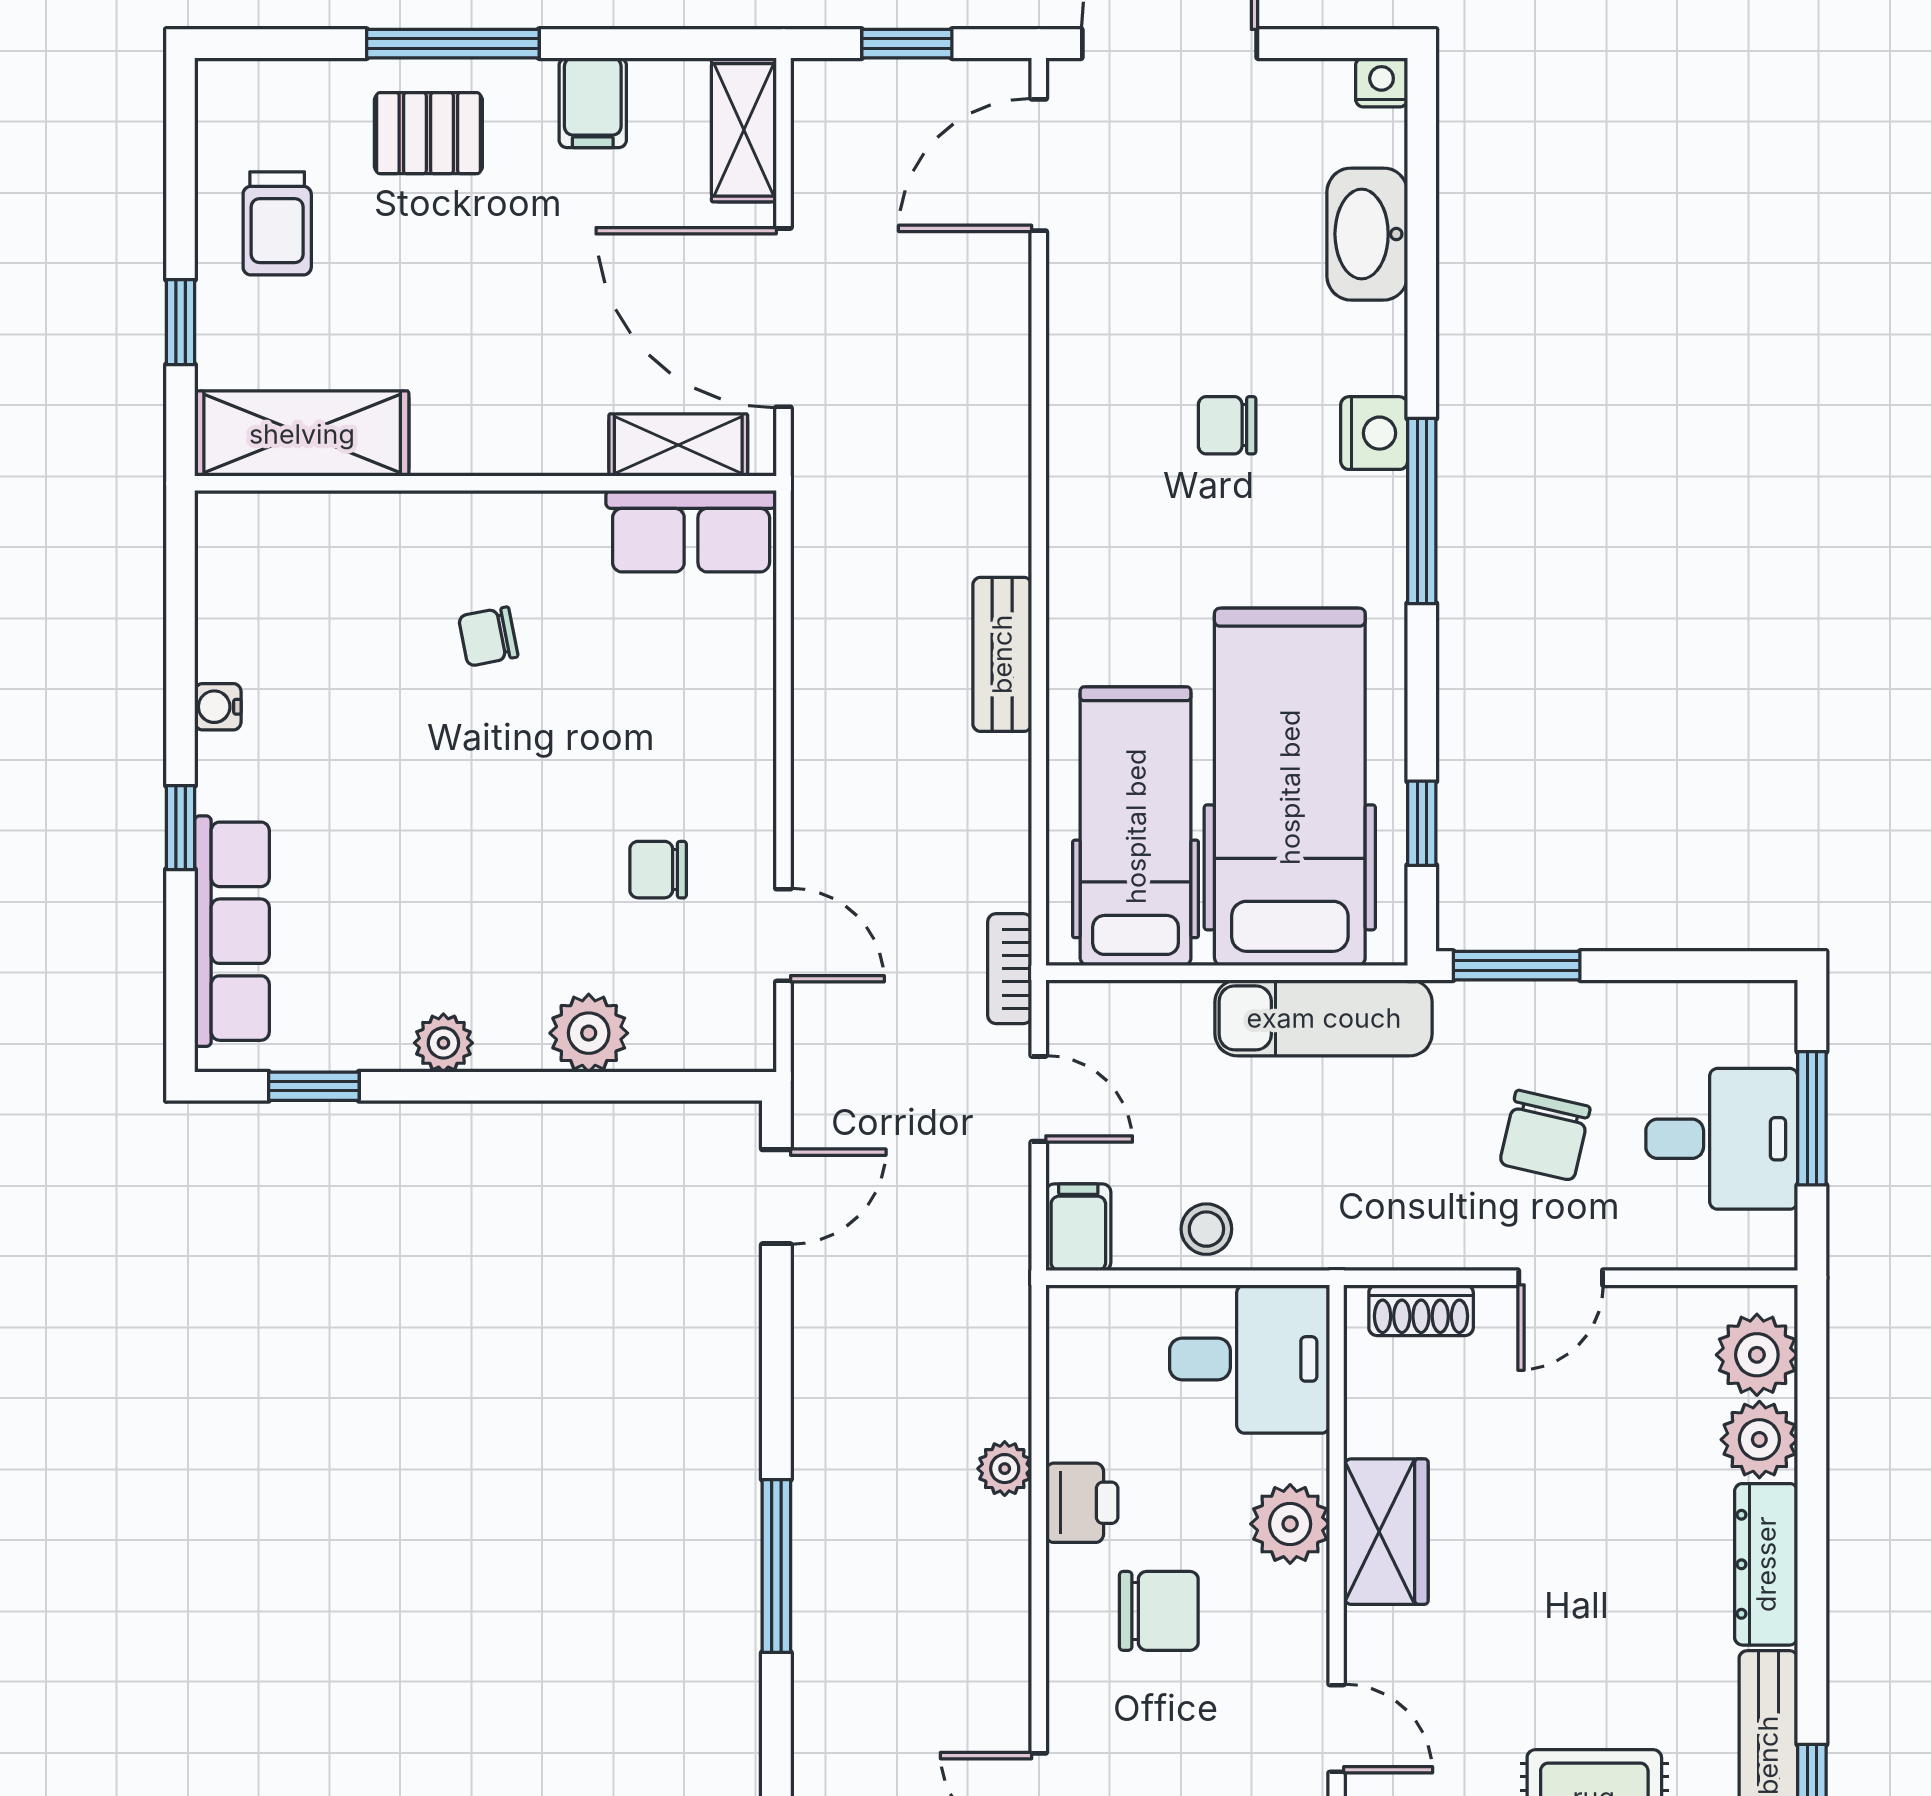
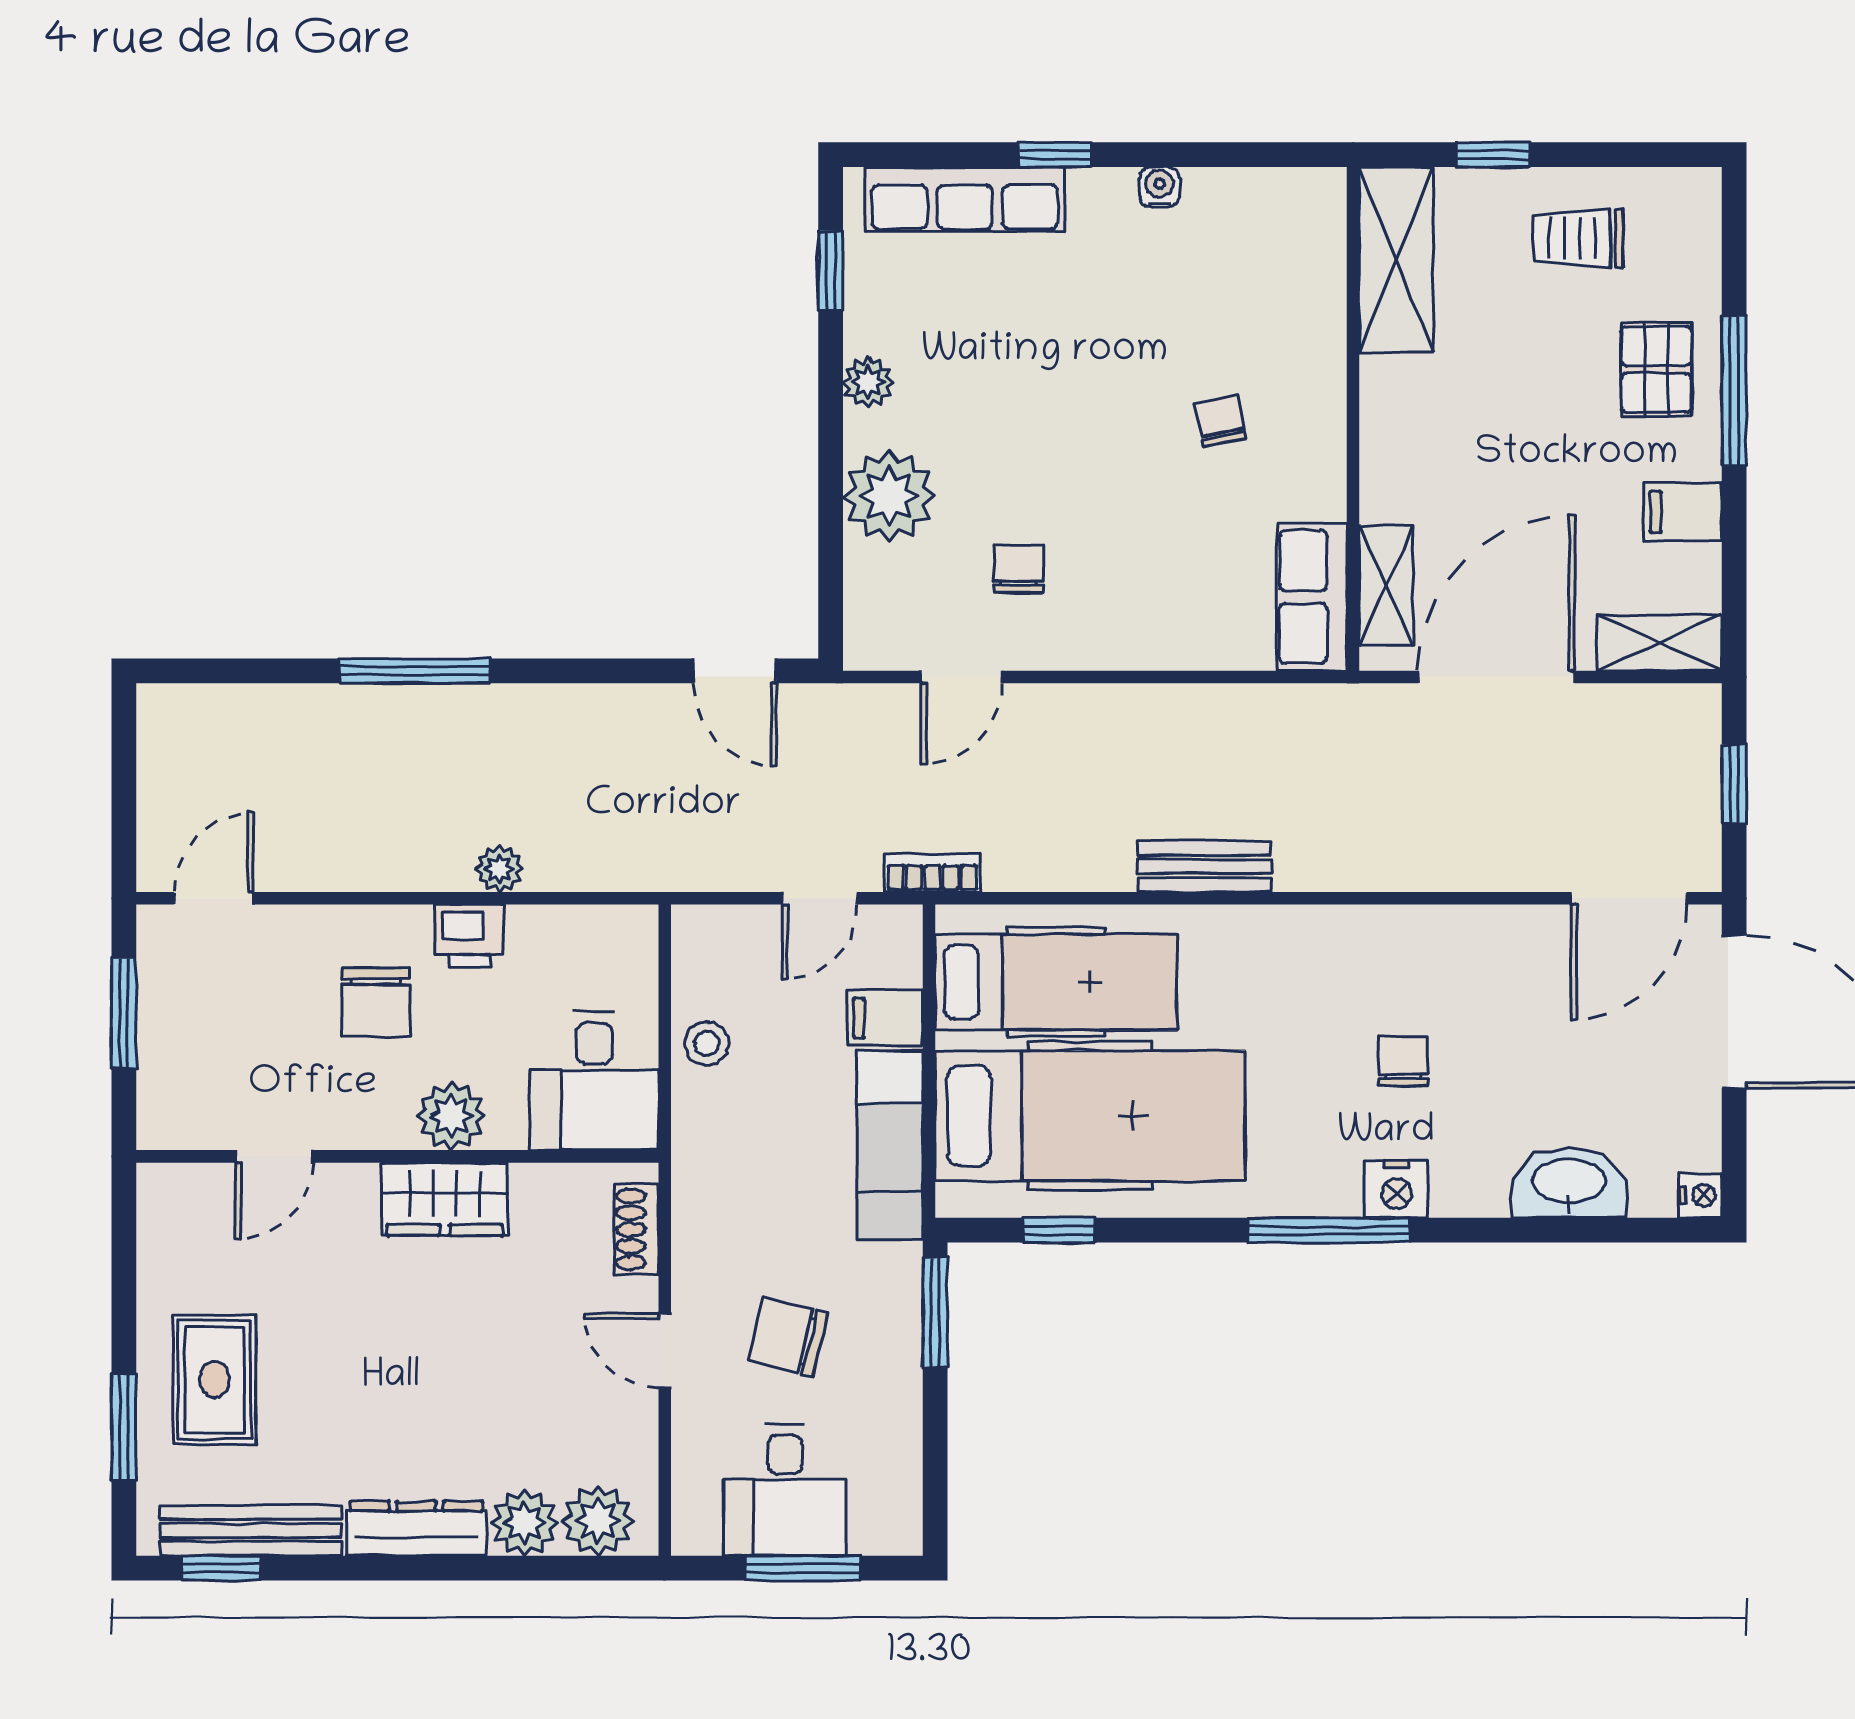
door: (1039, 165) -> (1629, 898), swing flipped
plant: (589, 1033) -> (889, 496), width x1.36, depth x1.36
filing cabinet: (1078, 1227) -> (885, 1018), moved, turned 180

